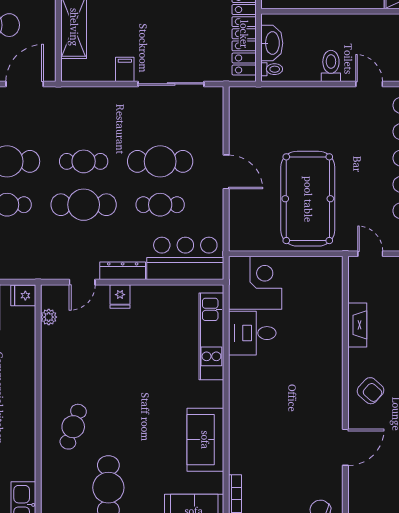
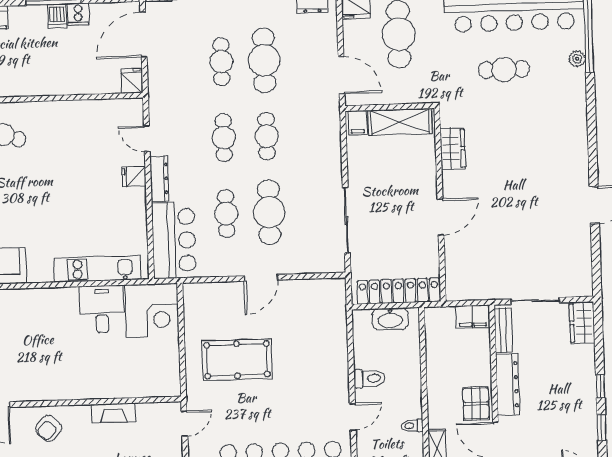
filing cabinet: (125, 69) -> (358, 123), moved, turned 90
toilet: (272, 69) -> (412, 426), moved, turned 90
pool table: (308, 199) -> (237, 360), width x0.73, depth x0.76
cafe table: (84, 205) -> (224, 138), width x0.73, depth x0.74
plant: (49, 317) -> (111, 107), removed

